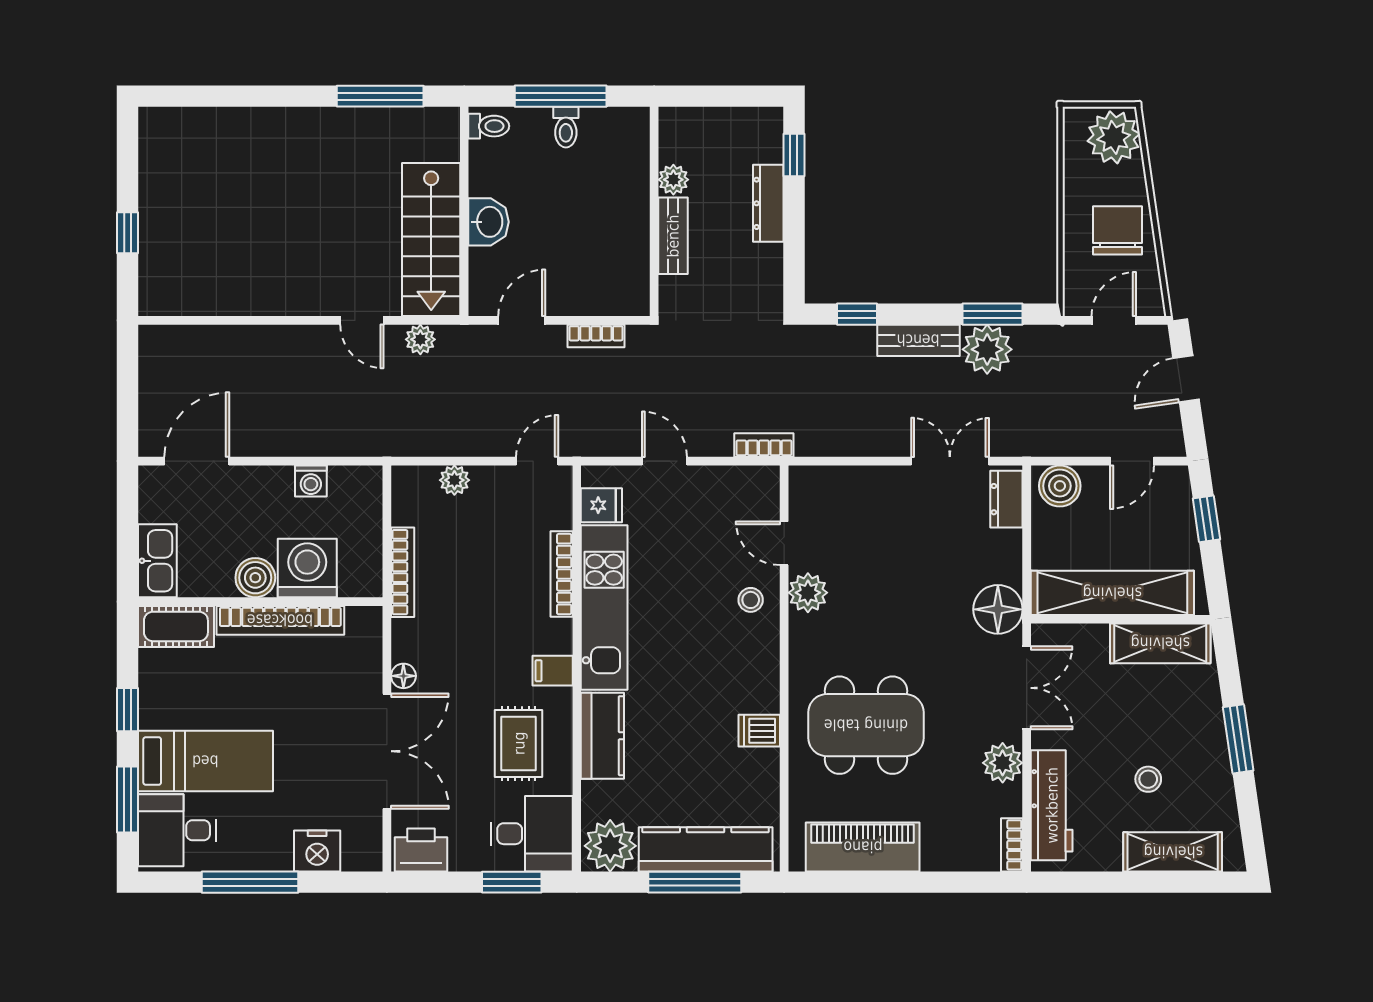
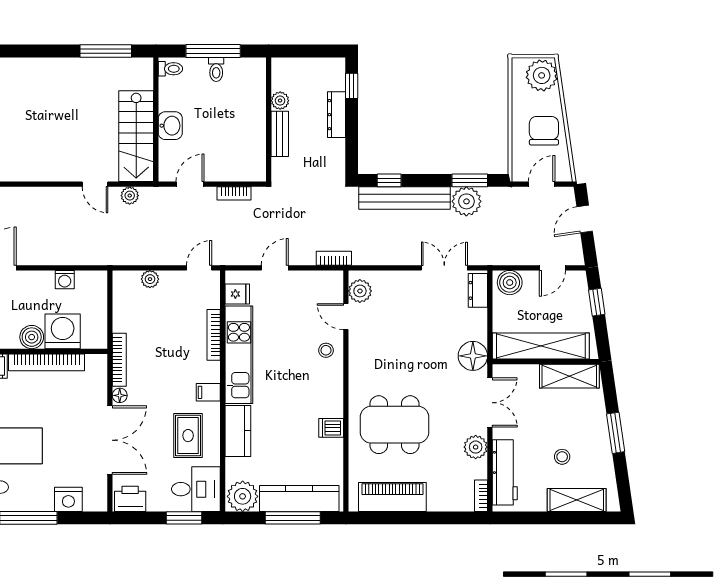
bench: (918, 340) -> (405, 198), width x1.86, depth x1.21
door: (664, 461) -> (275, 268), hinge flipped
bookcase: (403, 572) -> (119, 360), moved
plant: (808, 593) -> (360, 291), moved

